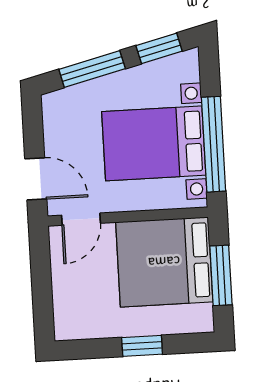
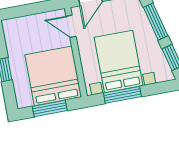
window: (214, 144) -> (122, 95), width x0.68

